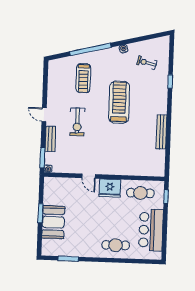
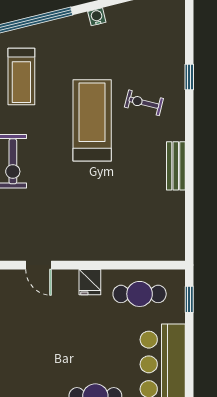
exercise bike: (147, 63) -> (144, 103), moved
bench: (161, 132) -> (176, 166), width x0.73
fridge: (110, 188) -> (90, 282), width x0.53, depth x0.75

